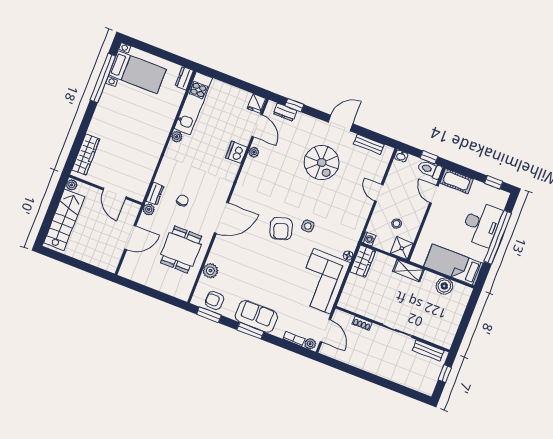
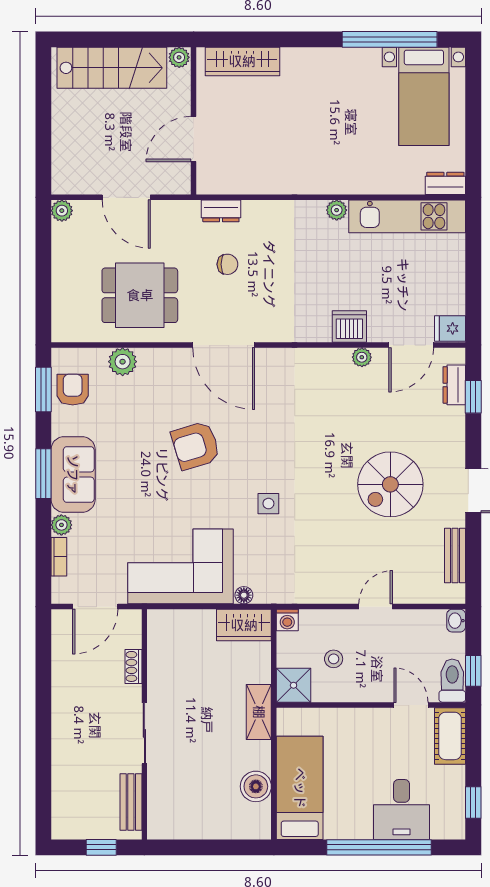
door: (434, 194) -> (411, 705), hinge flipped
plant: (149, 209) -> (62, 211), moved
desk: (481, 224) -> (402, 810), width x0.73
armchair: (281, 229) -> (196, 446), moved
plant: (310, 344) -> (61, 525), moved

